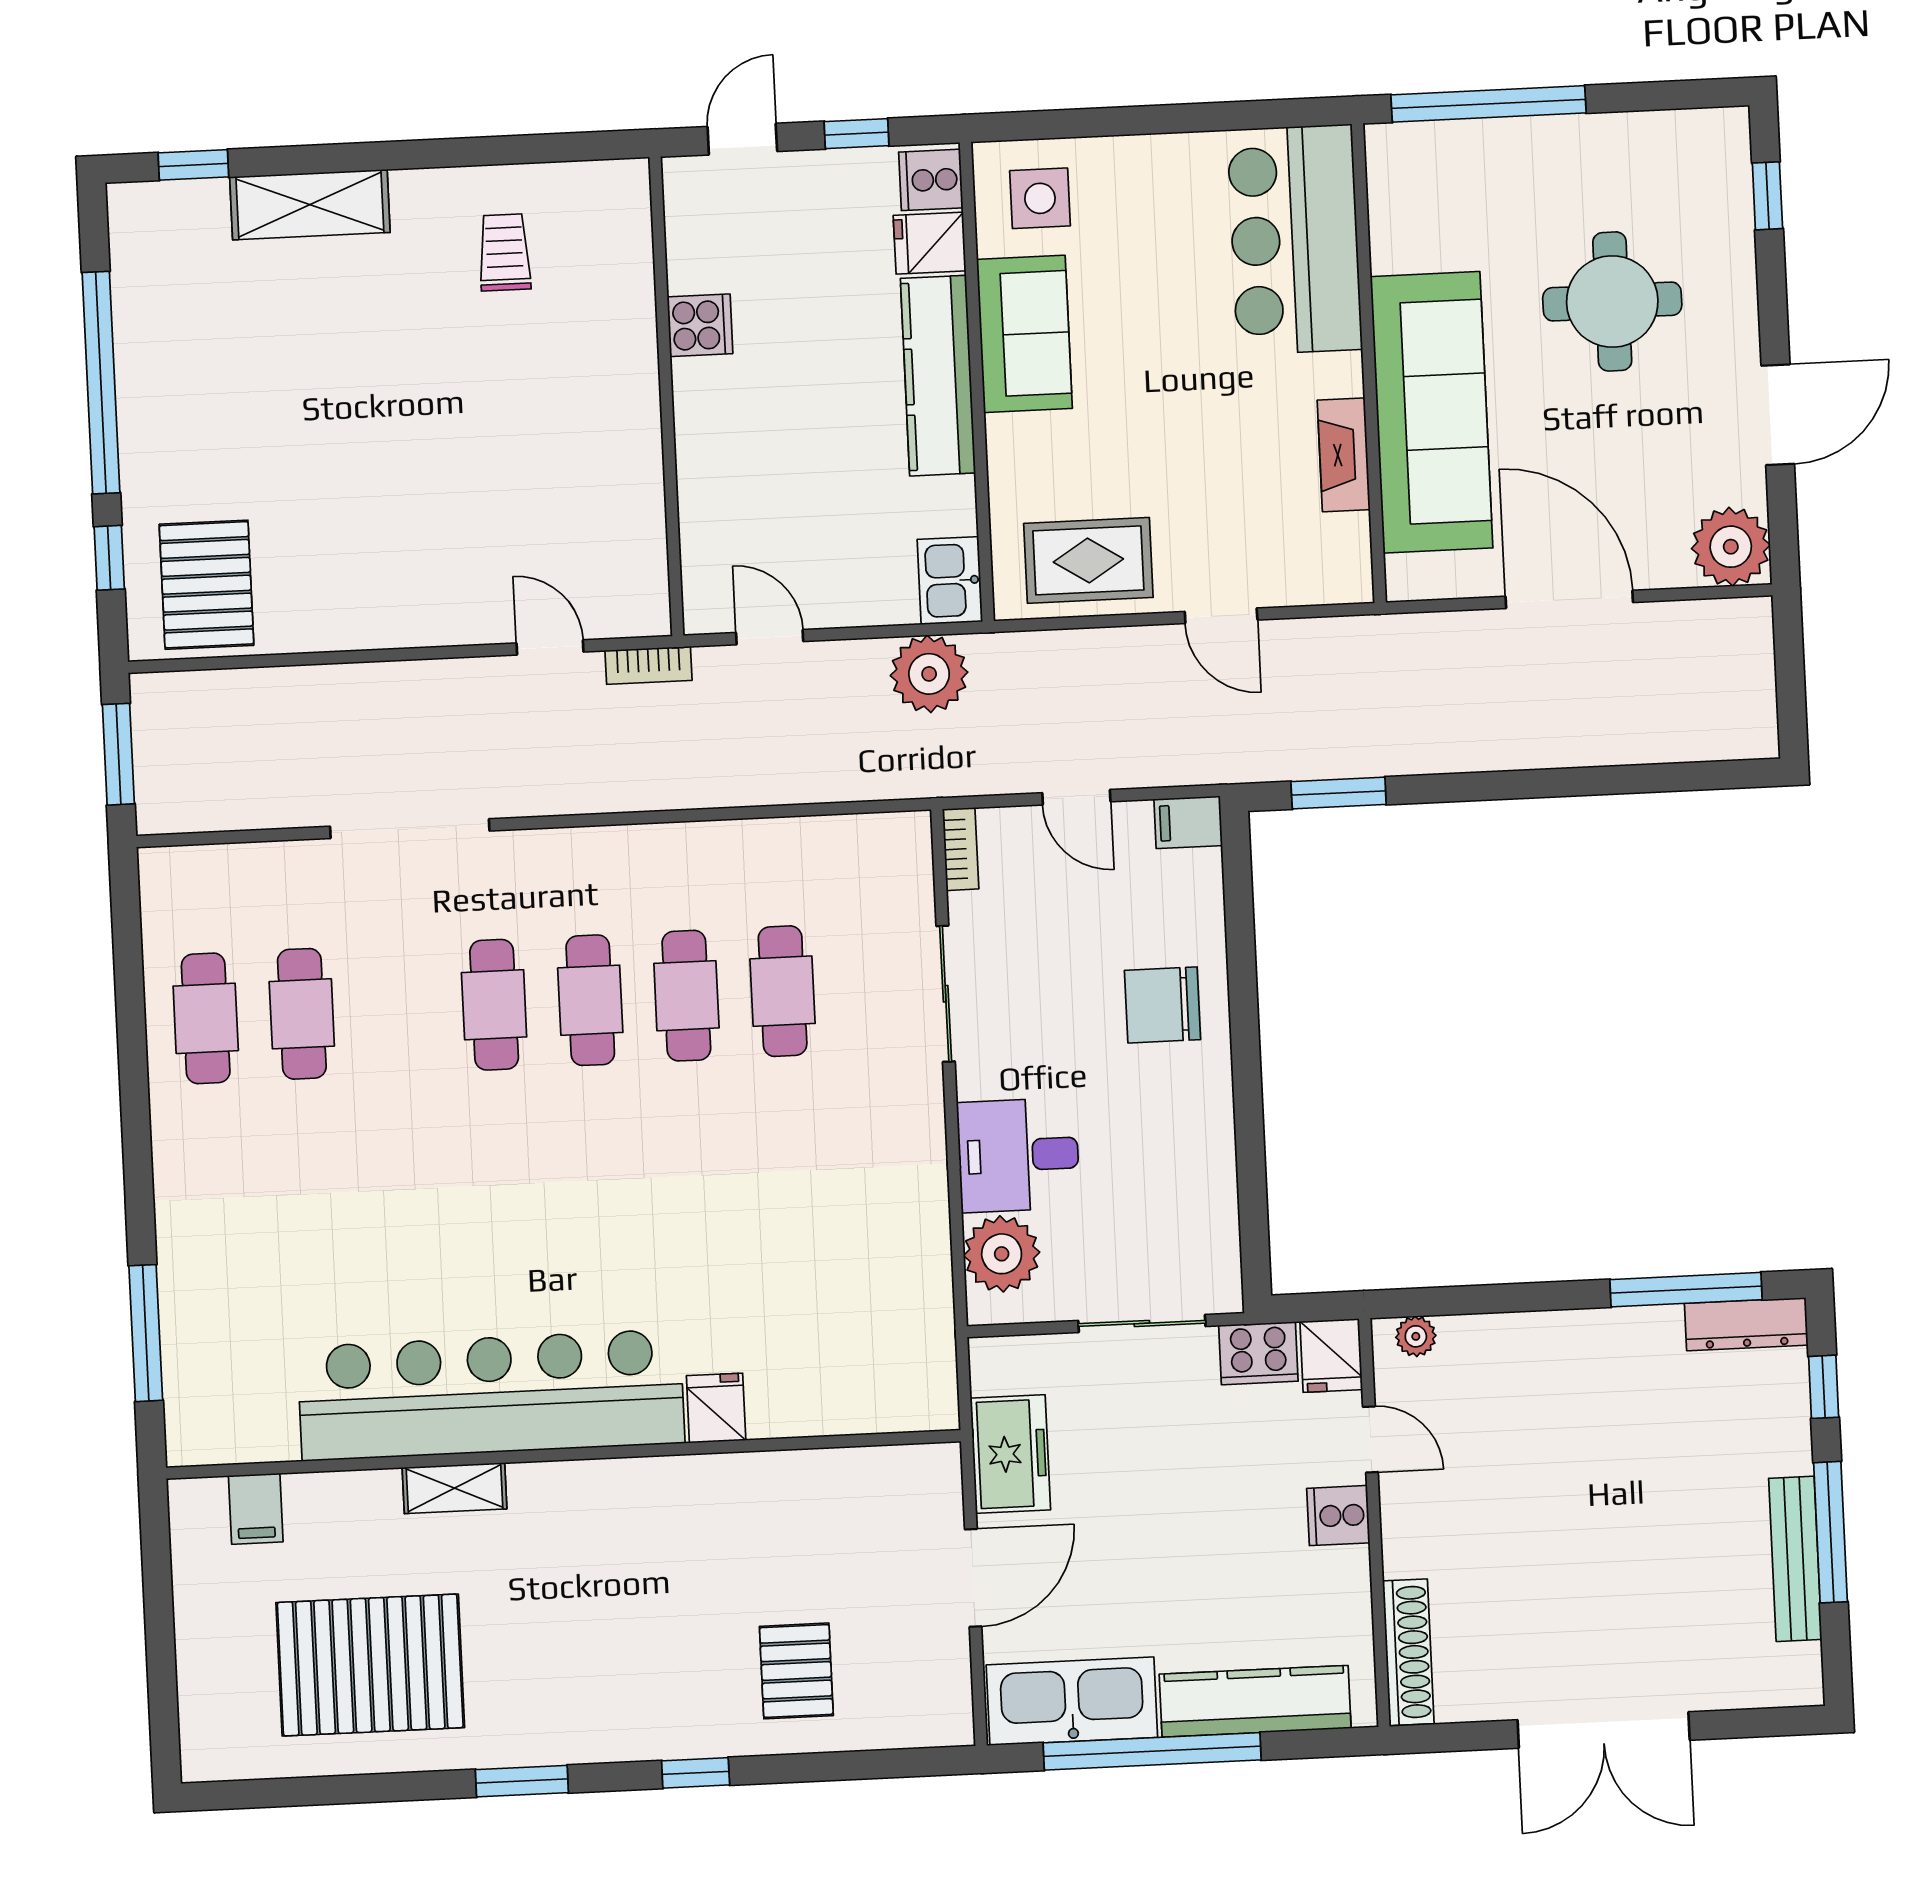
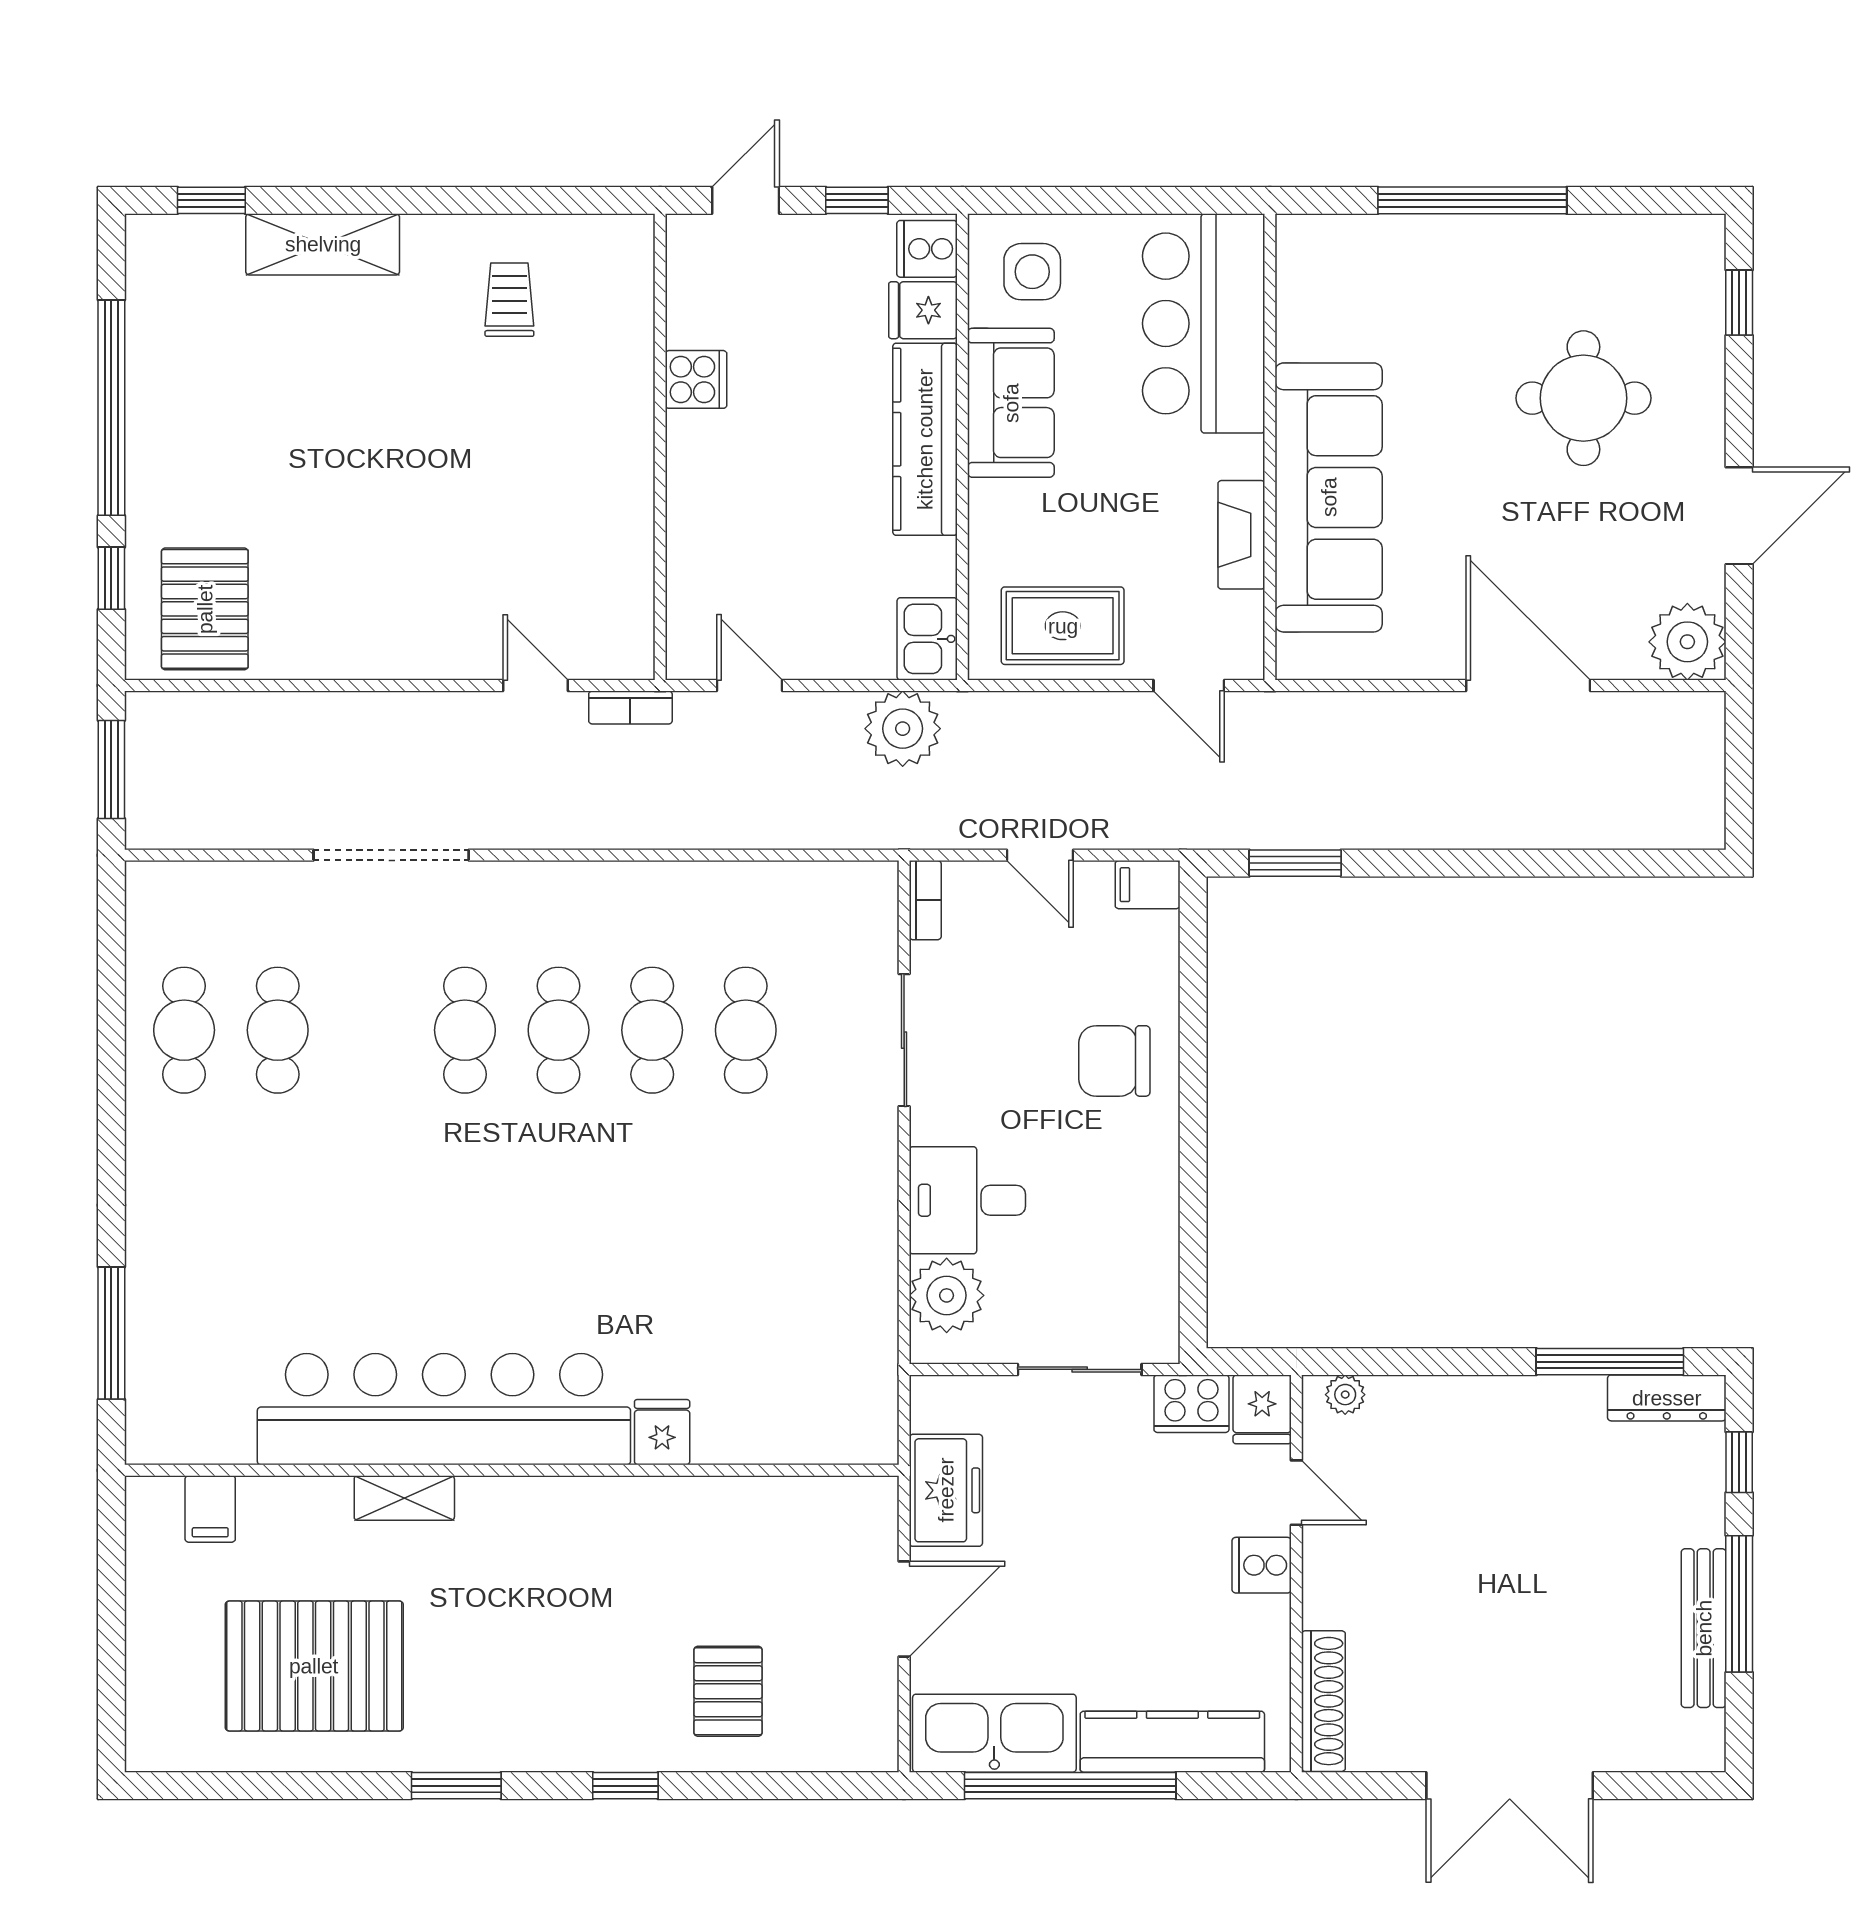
bar counter: (1295, 240) -> (1204, 323), moved
wall: (1369, 363) -> (1270, 447), moved
sofa: (1432, 412) -> (1329, 497), moved
fireplace: (1344, 455) -> (1241, 535), moved

